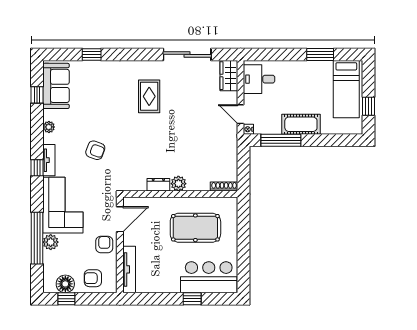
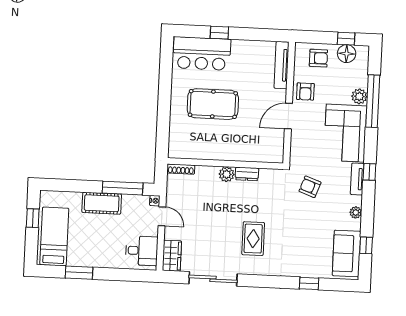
plant: (178, 184) -> (227, 174), moved
dresser: (158, 185) -> (247, 174), moved
shoe rack: (224, 187) -> (181, 169), moved
wall: (180, 194) -> (225, 164), moved

